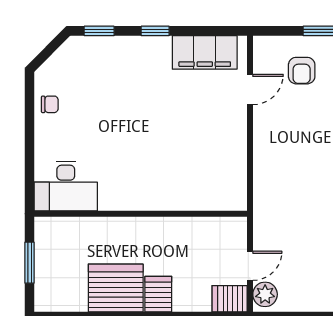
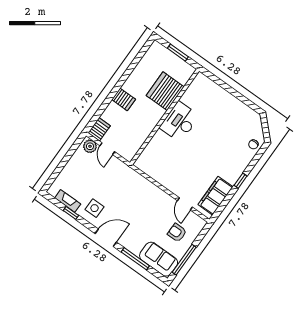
window: (99, 31) -> (258, 156), removed
chair: (50, 104) -> (253, 144), moved
desk: (66, 186) -> (179, 122), moved
server rack: (116, 288) -> (165, 91), moved, turned 180

